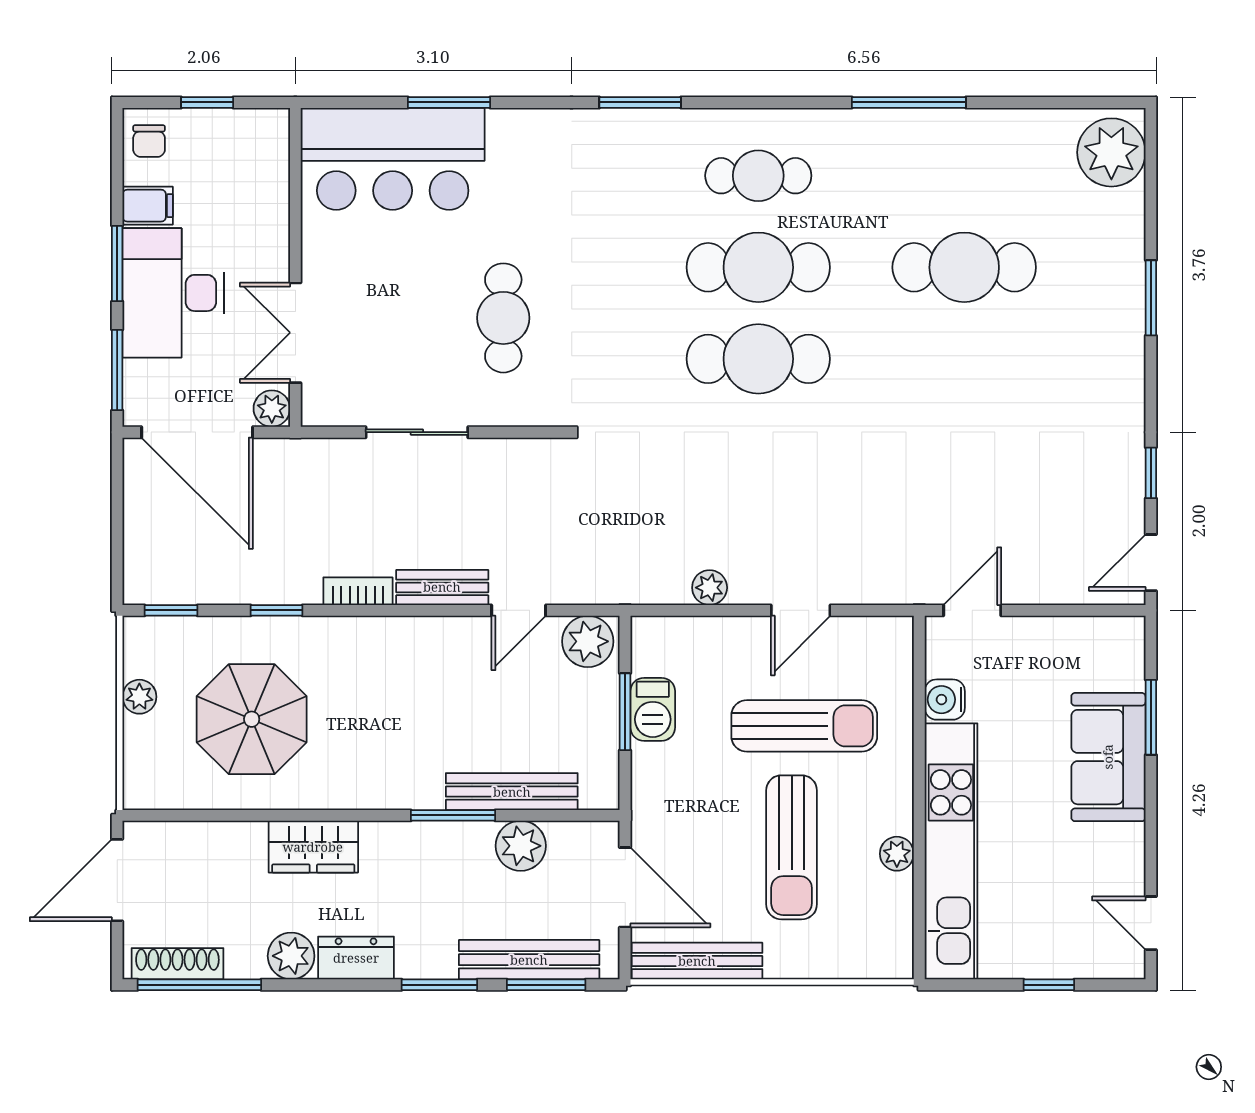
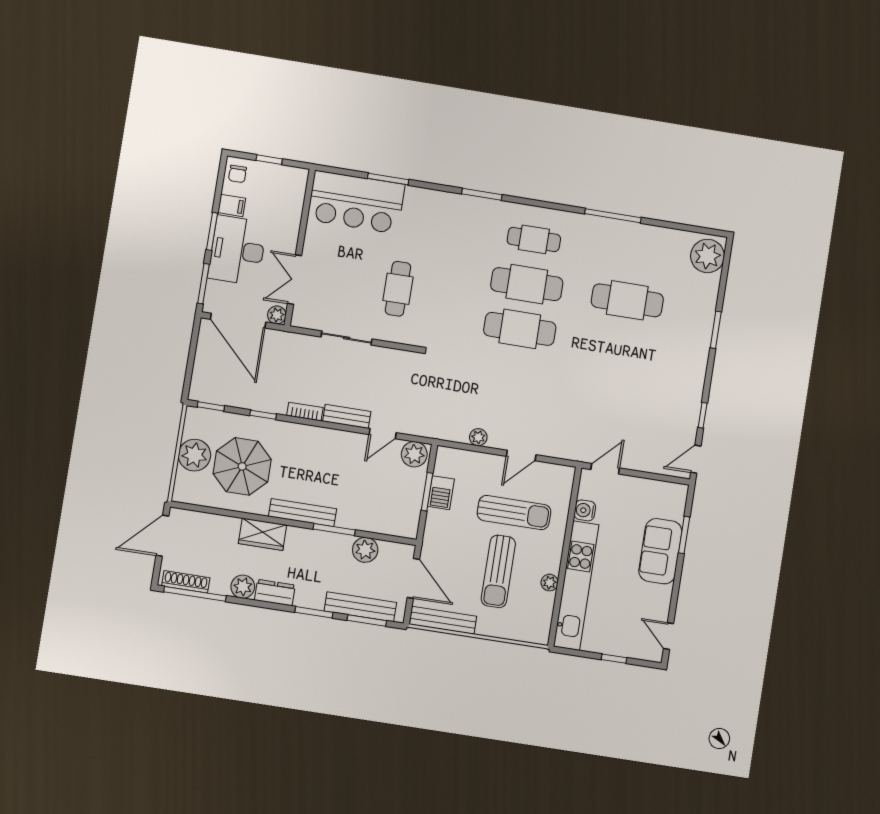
plant: (139, 697) -> (194, 455), width x1.88, depth x1.88
bench: (512, 792) -> (303, 513), moved

